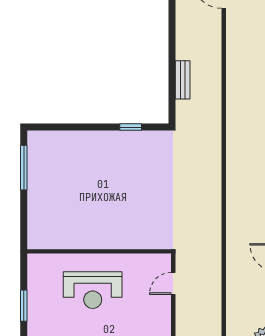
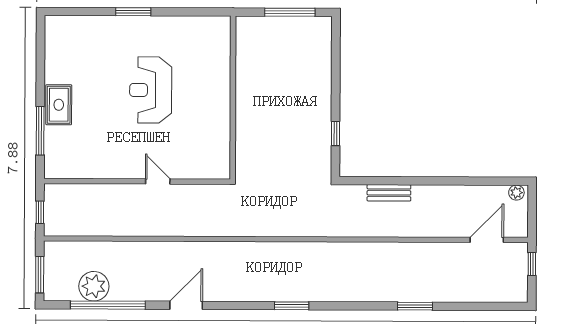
wall: (99, 251) -> (233, 98), moved

